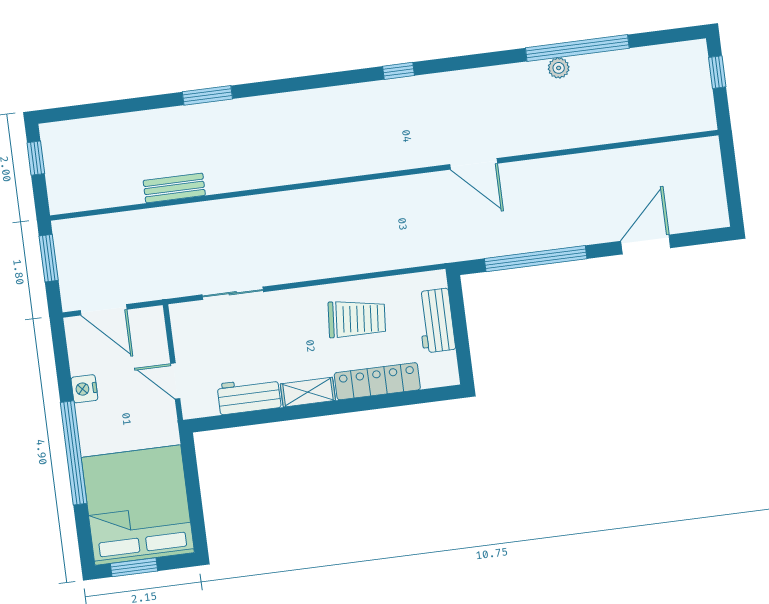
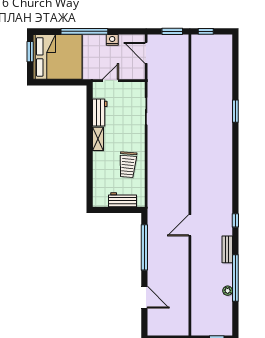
plant: (559, 68) -> (228, 291), moved
window: (399, 71) -> (235, 220), moved
window: (36, 158) -> (206, 31), moved
bench: (174, 188) -> (227, 249), moved
door: (104, 310) -> (146, 53), hinge flipped
locker: (377, 381) -> (99, 170), removed

